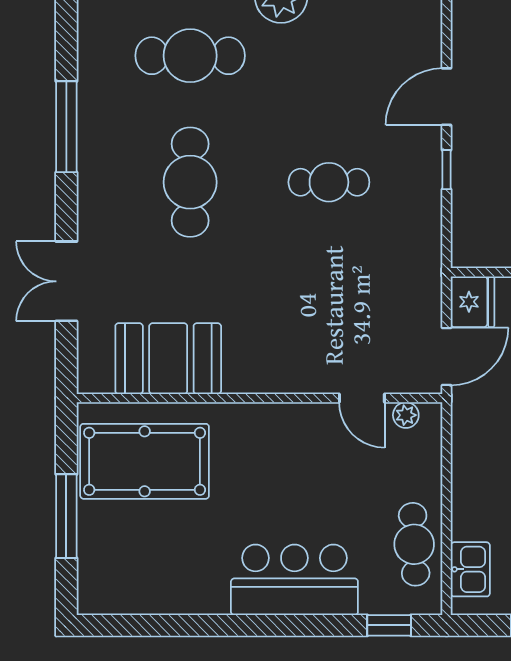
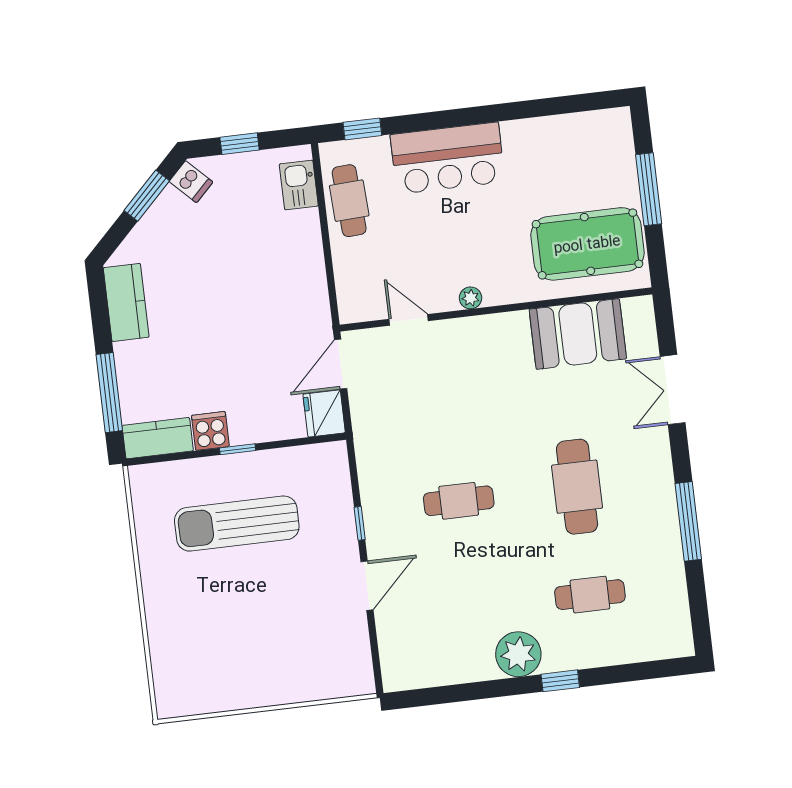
cafe table: (190, 56) -> (590, 595), width x0.73, depth x0.74
double door: (66, 281) -> (673, 390), swing flipped
plant: (406, 415) -> (471, 298), moved

